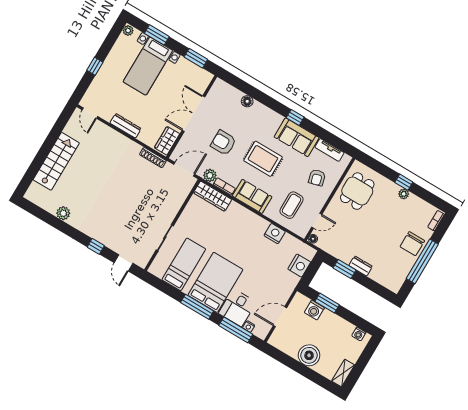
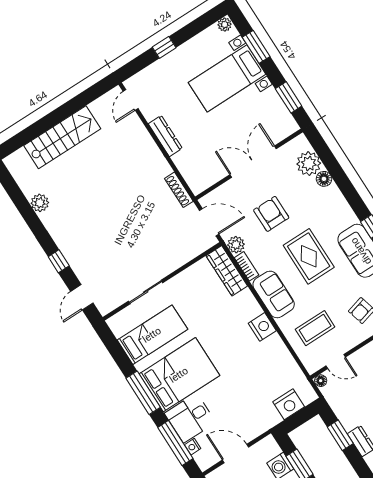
plant: (232, 96) -> (309, 164), added
wardrobe: (167, 141) -> (206, 178), removed
nightstand: (275, 234) -> (262, 327), moved

